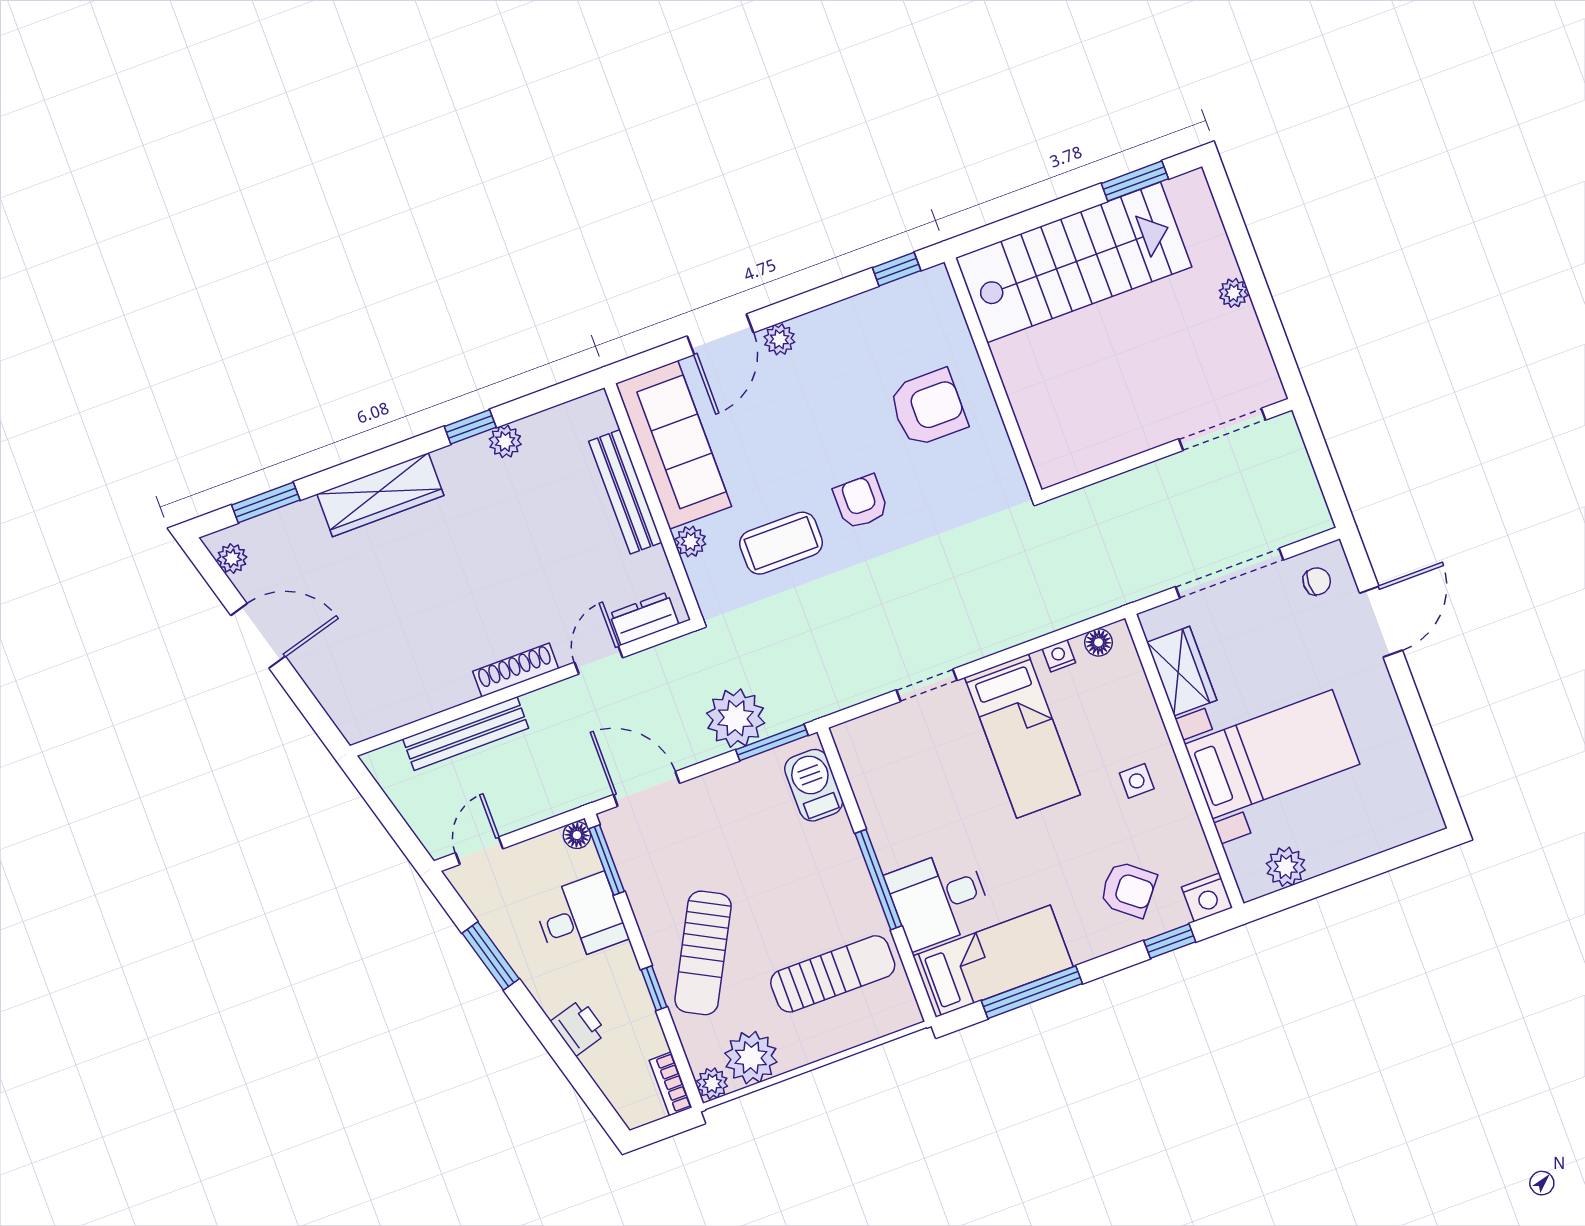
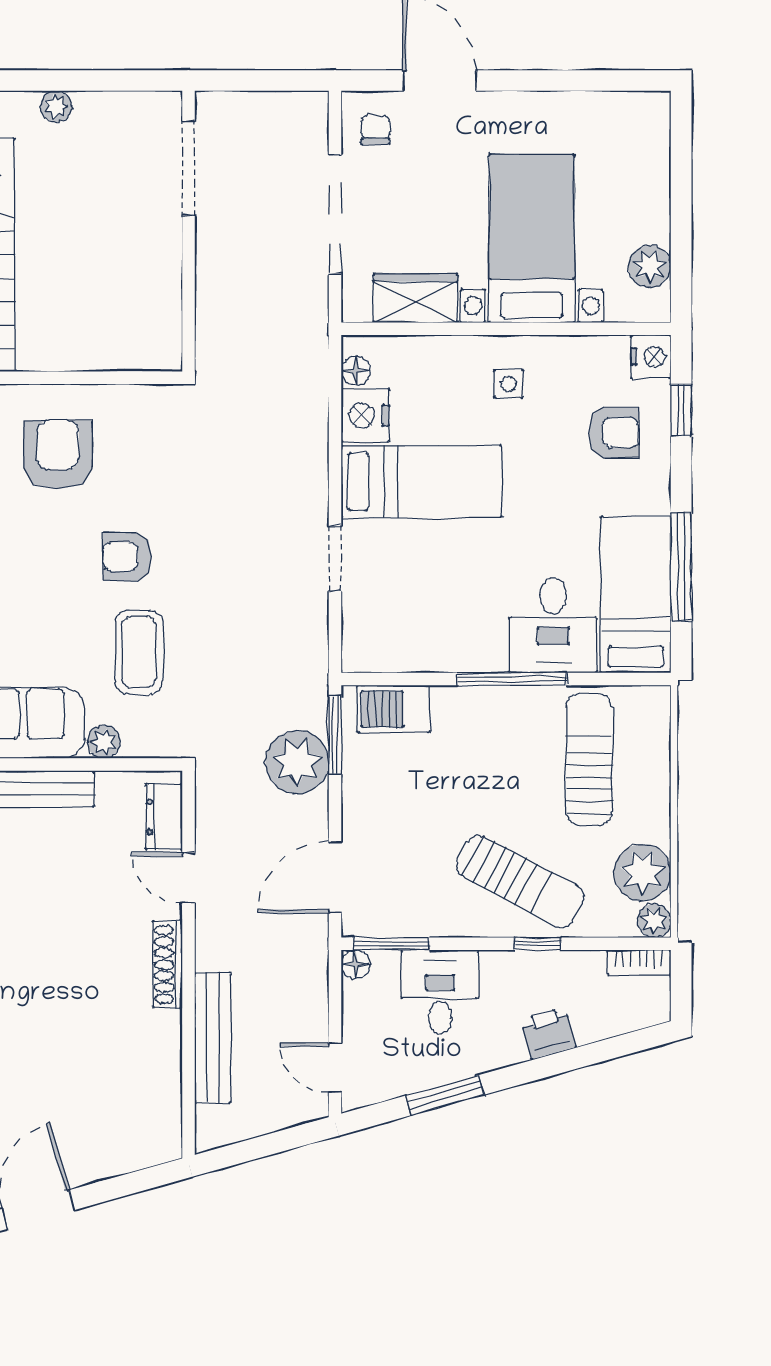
nightstand: (1059, 656) -> (365, 415), width x1.89, depth x1.79
armchair: (1128, 889) -> (614, 433), turned 51

